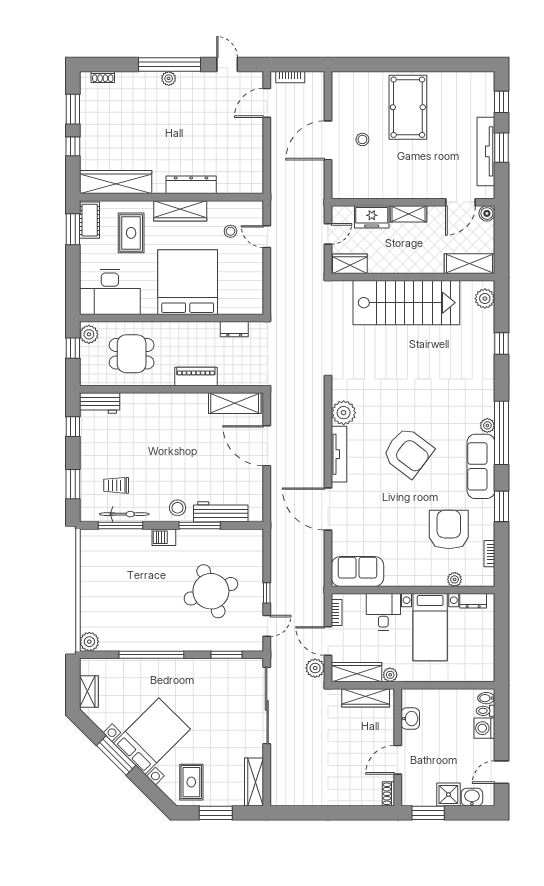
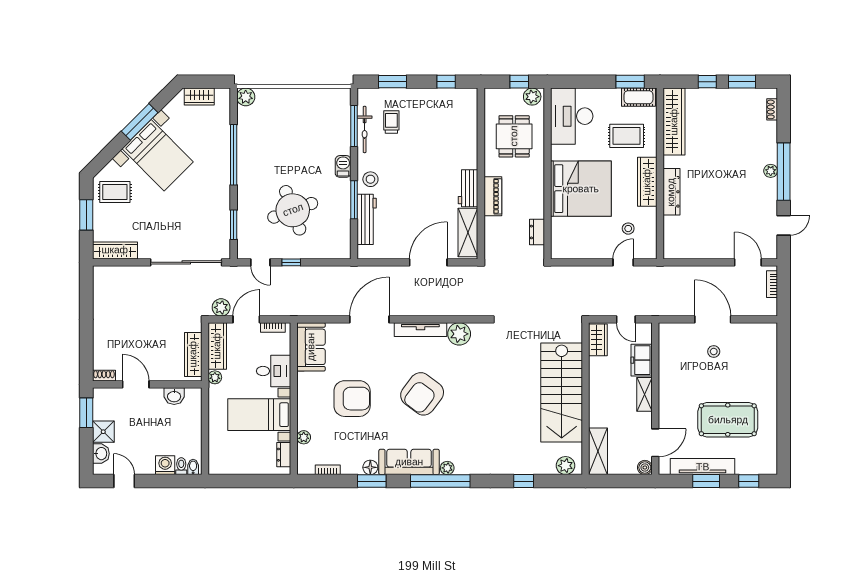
pool table: (408, 107) -> (728, 420), moved
door: (460, 202) -> (655, 443), swing flipped
workbench: (100, 403) -> (468, 188), moved
floor lamp: (487, 508) -> (370, 467), added
armchair: (449, 530) -> (352, 399), moved

